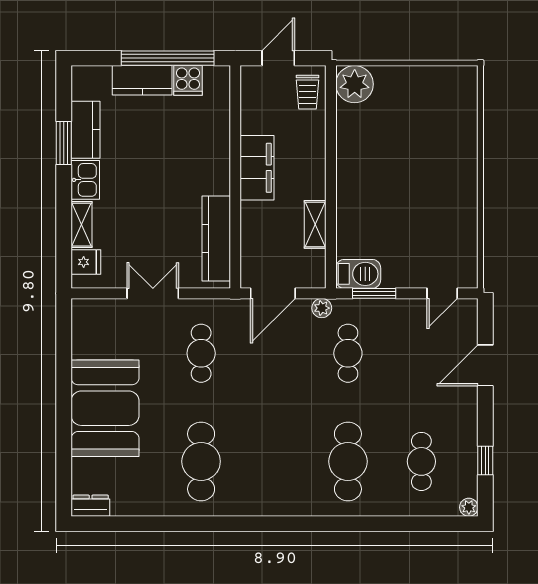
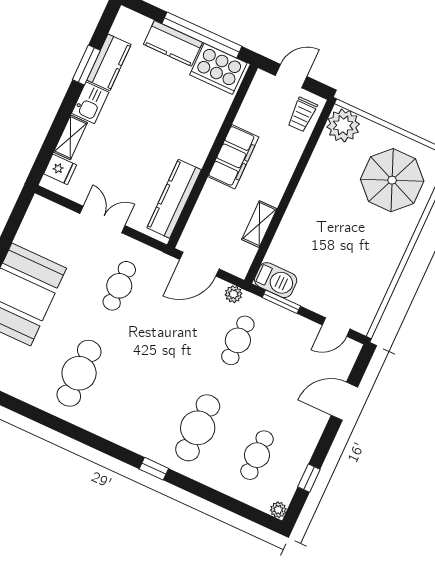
cooker: (188, 80) -> (218, 69), width x1.87, depth x1.31
parasol: (430, 117) -> (392, 180), added
window: (322, 524) -> (154, 469), added

